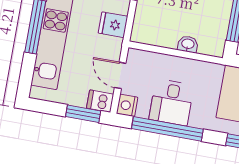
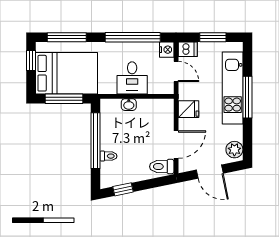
desk: (171, 102) -> (132, 78), moved, turned 180
window: (83, 114) -> (213, 37), moved

